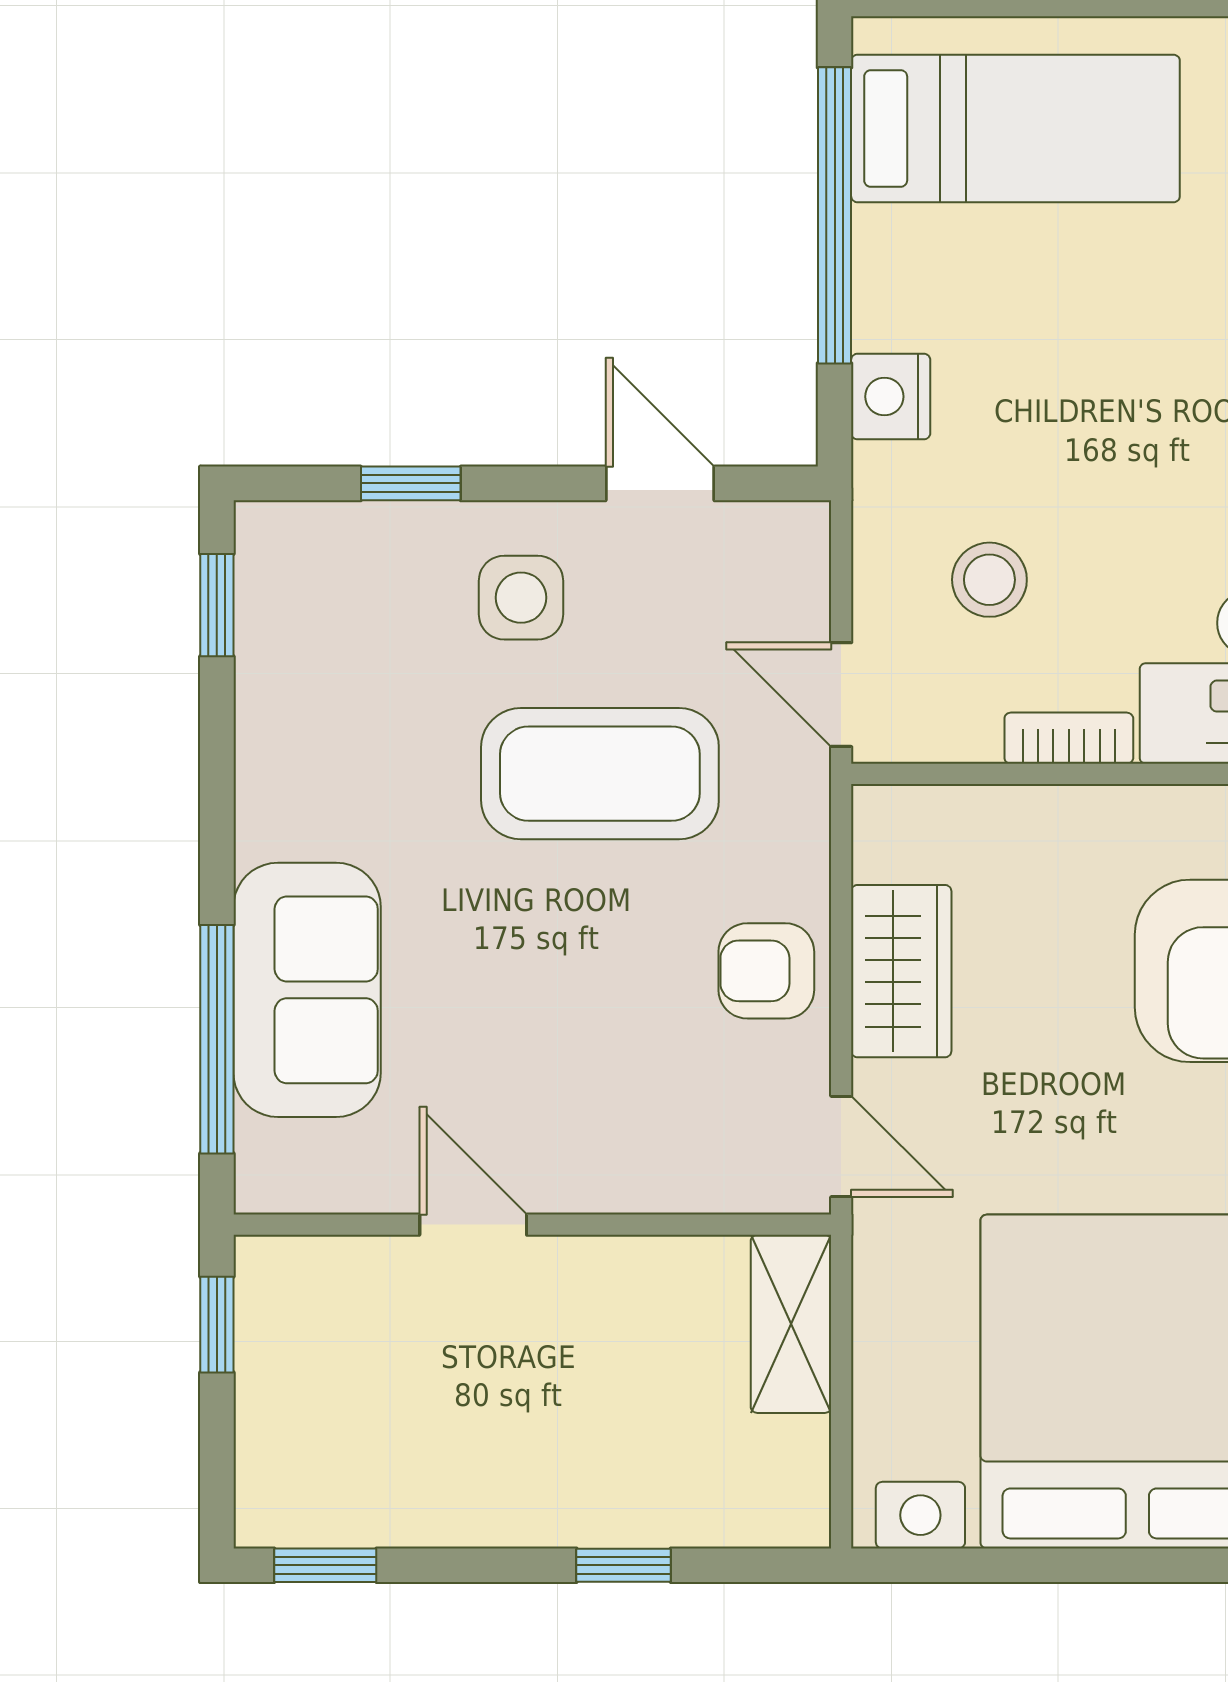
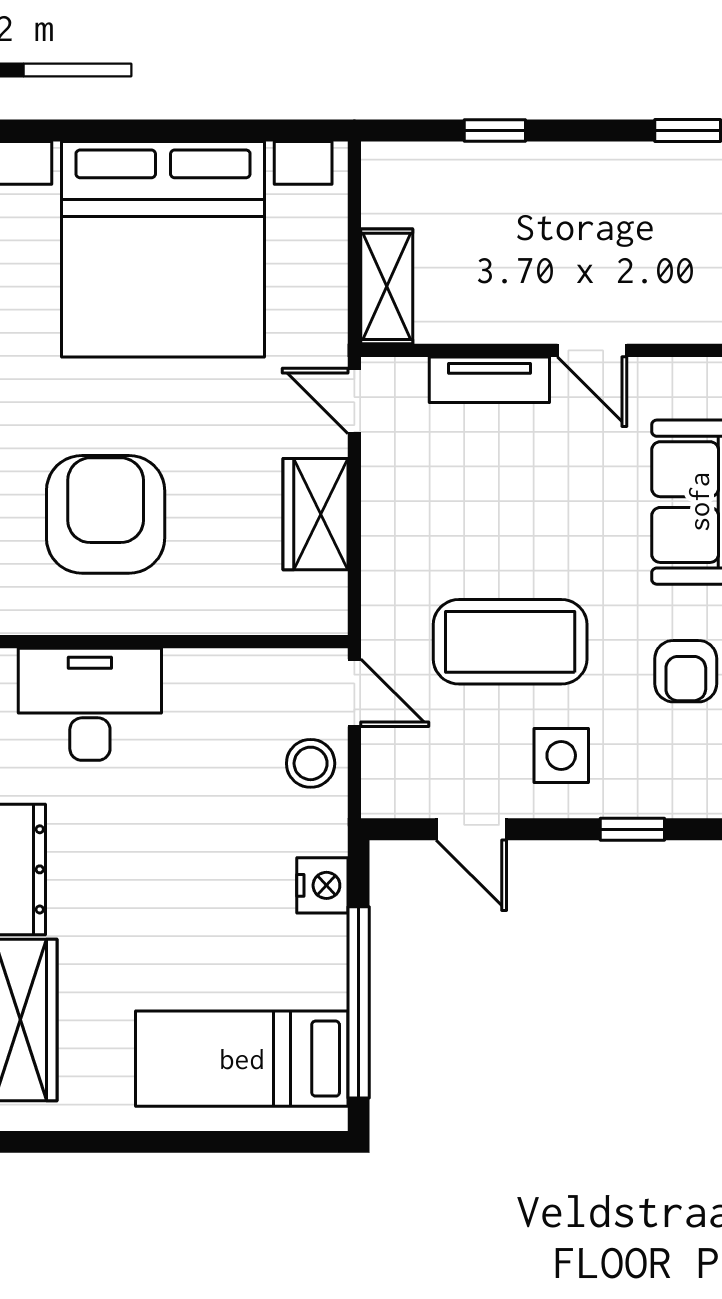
stool: (989, 580) -> (311, 763), moved
bookcase: (1069, 738) -> (207, 665), removed
armchair: (766, 971) -> (686, 671), moved, turned 90
tv unit: (632, 1179) -> (489, 380), added

